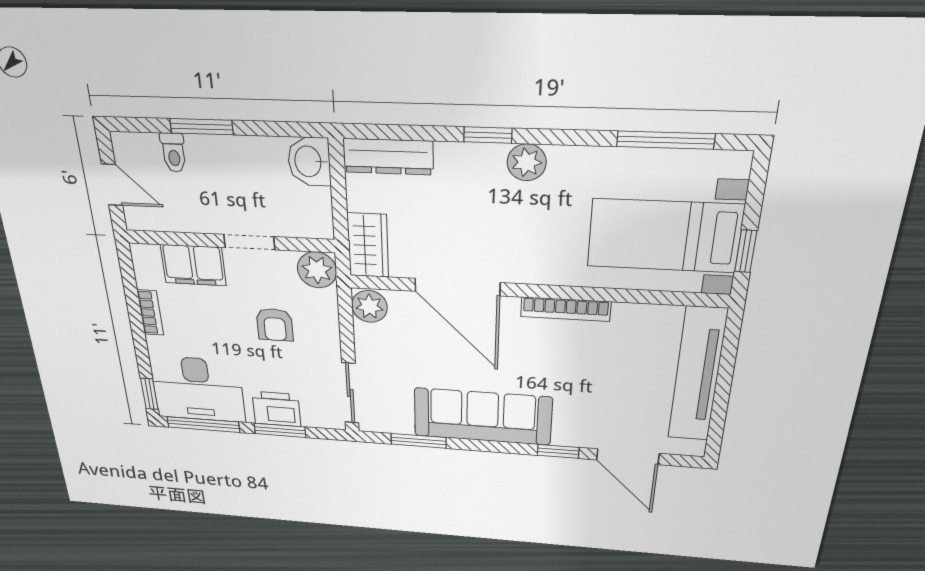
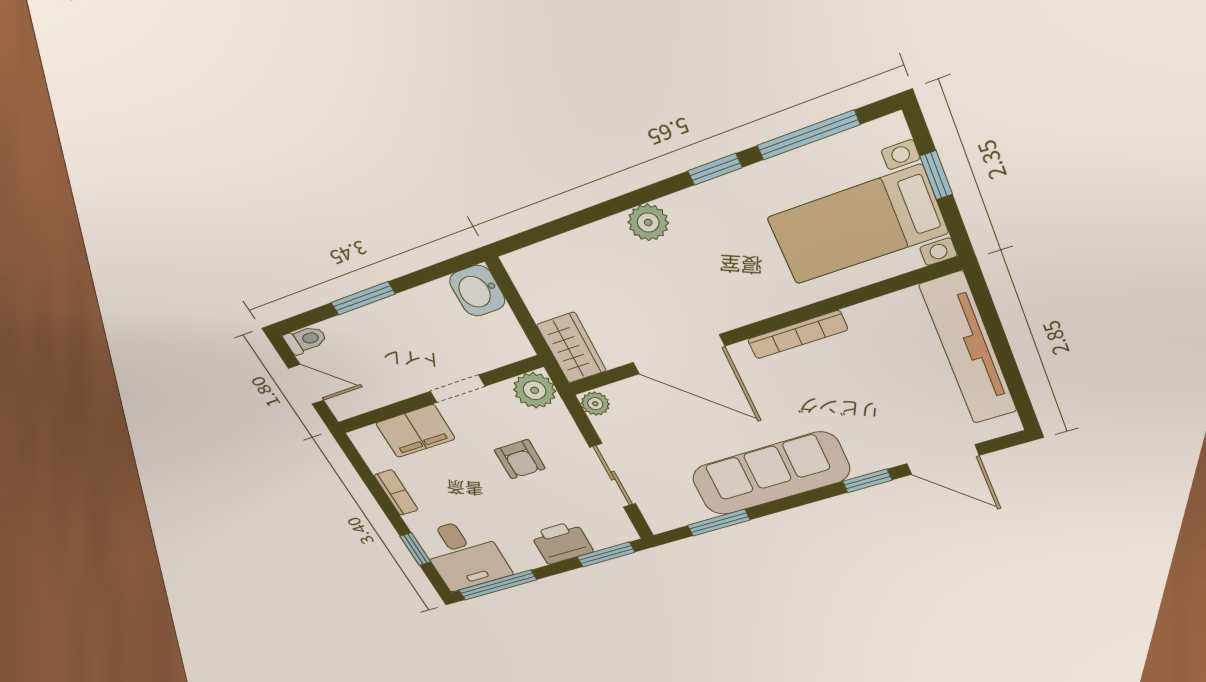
window: (488, 135) -> (715, 169), moved
toilet: (174, 153) -> (306, 340), moved, turned -90
dresser: (388, 157) -> (549, 257), removed
plant: (527, 162) -> (648, 222), moved
window: (746, 251) -> (936, 175), moved
plant: (369, 306) -> (595, 404), width x0.73, depth x0.73
desk: (198, 389) -> (464, 555), width x0.73
sliding door: (350, 393) -> (613, 476), moved
window: (149, 394) -> (415, 549), moved
window: (280, 430) -> (606, 554), moved

